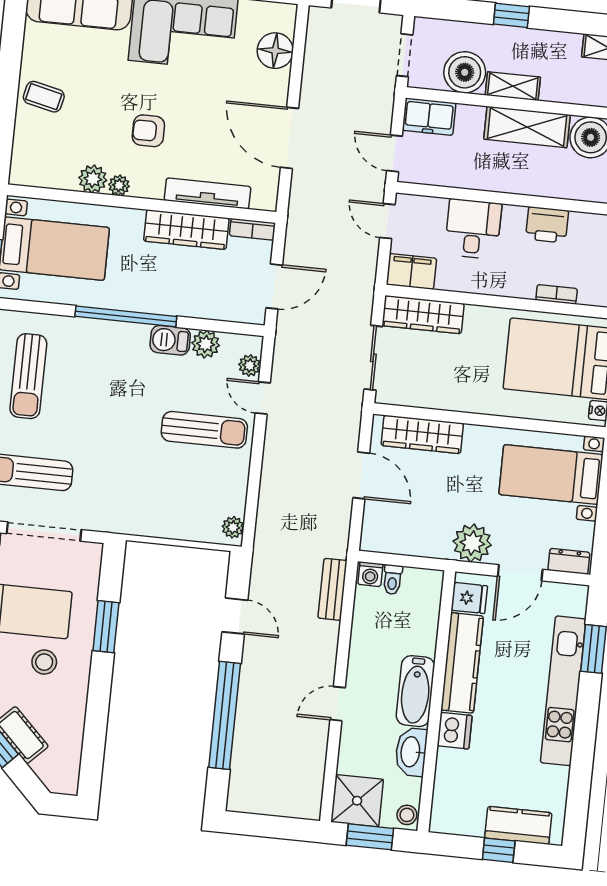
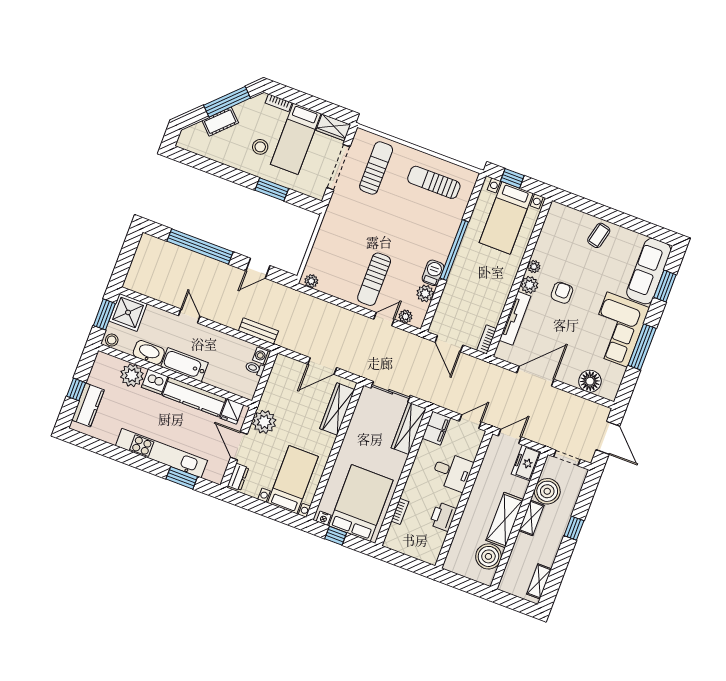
plant: (93, 179) -> (529, 285), moved
wardrobe: (186, 230) -> (497, 300), removed
plant: (454, 769) -> (132, 375), added

